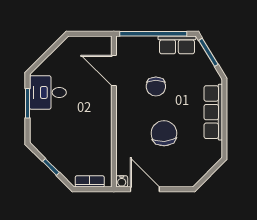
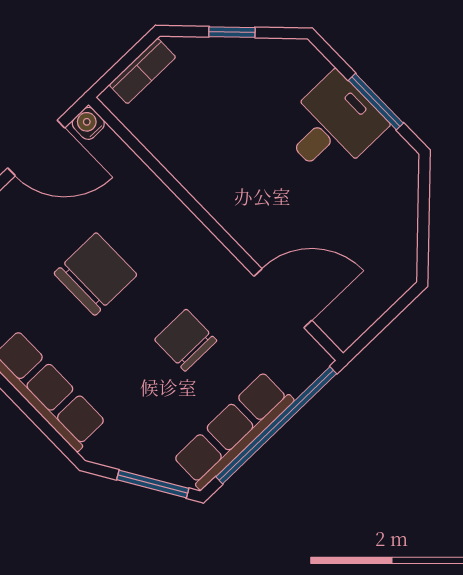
row of seats: (177, 45) -> (233, 430), width x1.48
desk: (48, 92) -> (333, 126), moved
chair: (164, 133) -> (95, 274), turned -86

